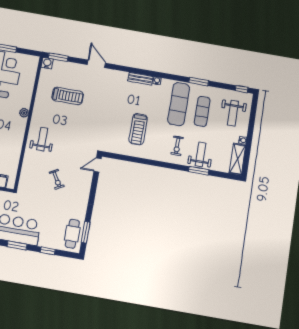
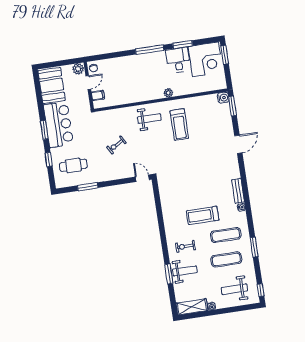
treadmill: (68, 96) -> (179, 124), moved
exercise mat: (179, 104) -> (226, 235), width x0.73, depth x0.69
treadmill: (138, 129) -> (203, 215), moved
window: (86, 232) -> (88, 187), moved
cafe table: (72, 234) -> (73, 165), moved

